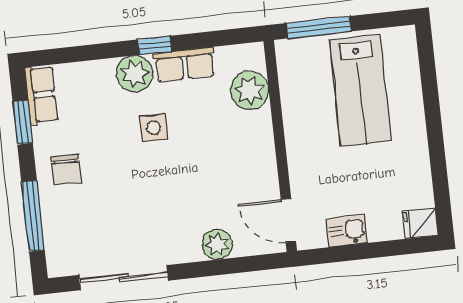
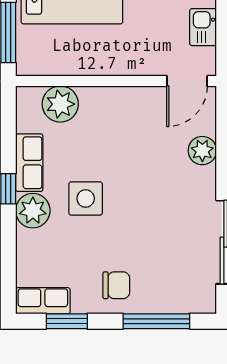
side table: (154, 128) -> (86, 199), width x1.37, depth x1.37

